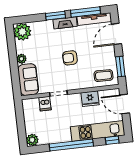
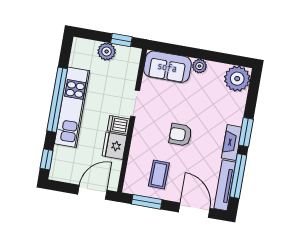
armchair: (70, 58) -> (180, 135), turned -89
coffee table: (103, 76) -> (159, 175), moved
dishwasher: (45, 104) -> (119, 125), moved
window: (20, 115) -> (121, 40), added
kitchen unit: (98, 131) -> (72, 107), moved
plant: (32, 140) -> (107, 52), moved

